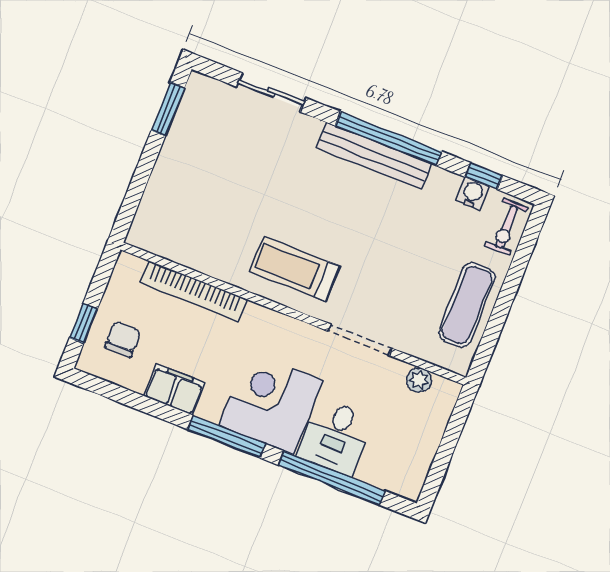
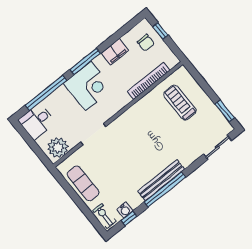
sliding door: (271, 92) -> (217, 147), moved
treadmill: (295, 269) -> (180, 103), moved, turned -90
plant: (419, 380) -> (58, 148), width x1.88, depth x1.88
desk: (336, 437) -> (37, 122), moved, turned -90

